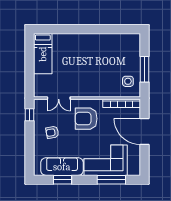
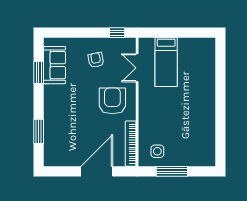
bed: (43, 54) -> (166, 62), moved, turned -90
corner sofa: (106, 160) -> (62, 124), removed
sofa: (62, 167) -> (55, 65), width x0.73
window: (111, 180) -> (39, 131), width x0.69

